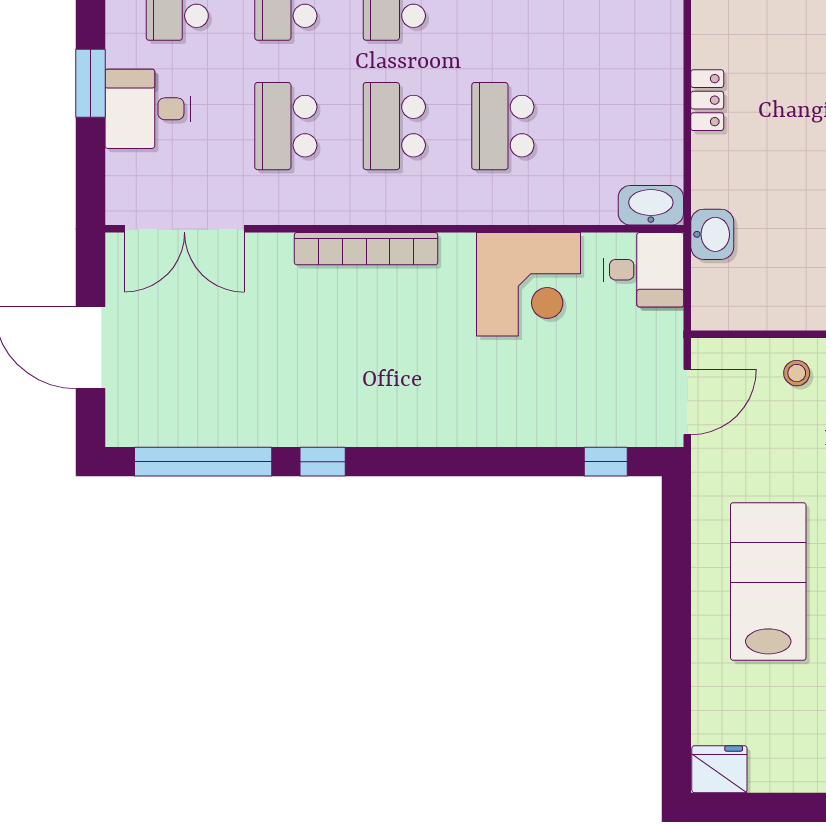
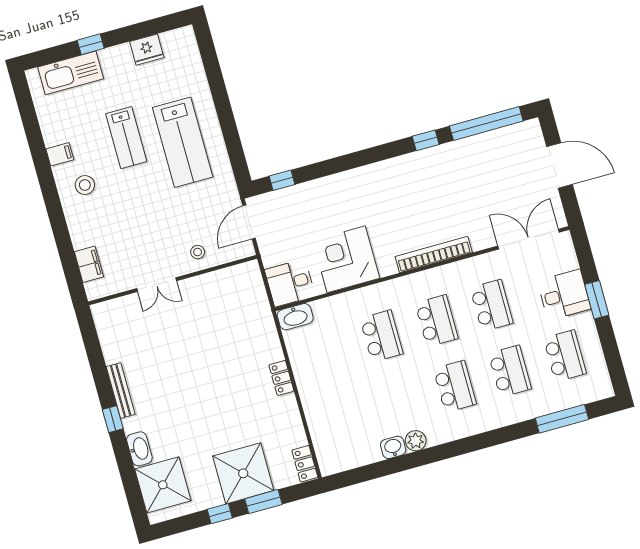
washbasin: (712, 234) -> (260, 311), removed
fridge: (719, 769) -> (147, 50), moved

